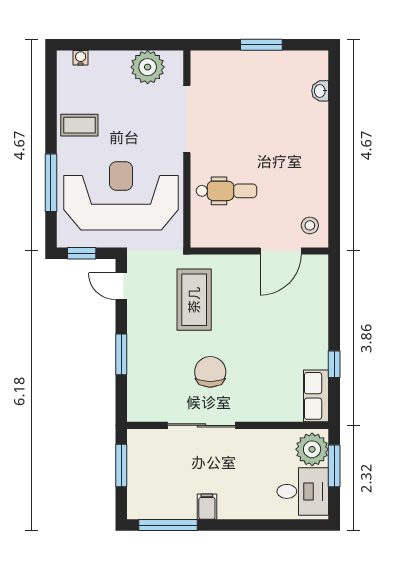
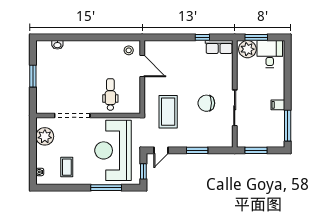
coffee table: (79, 125) -> (67, 167), moved
coffee table: (194, 300) -> (168, 112), turned 90

